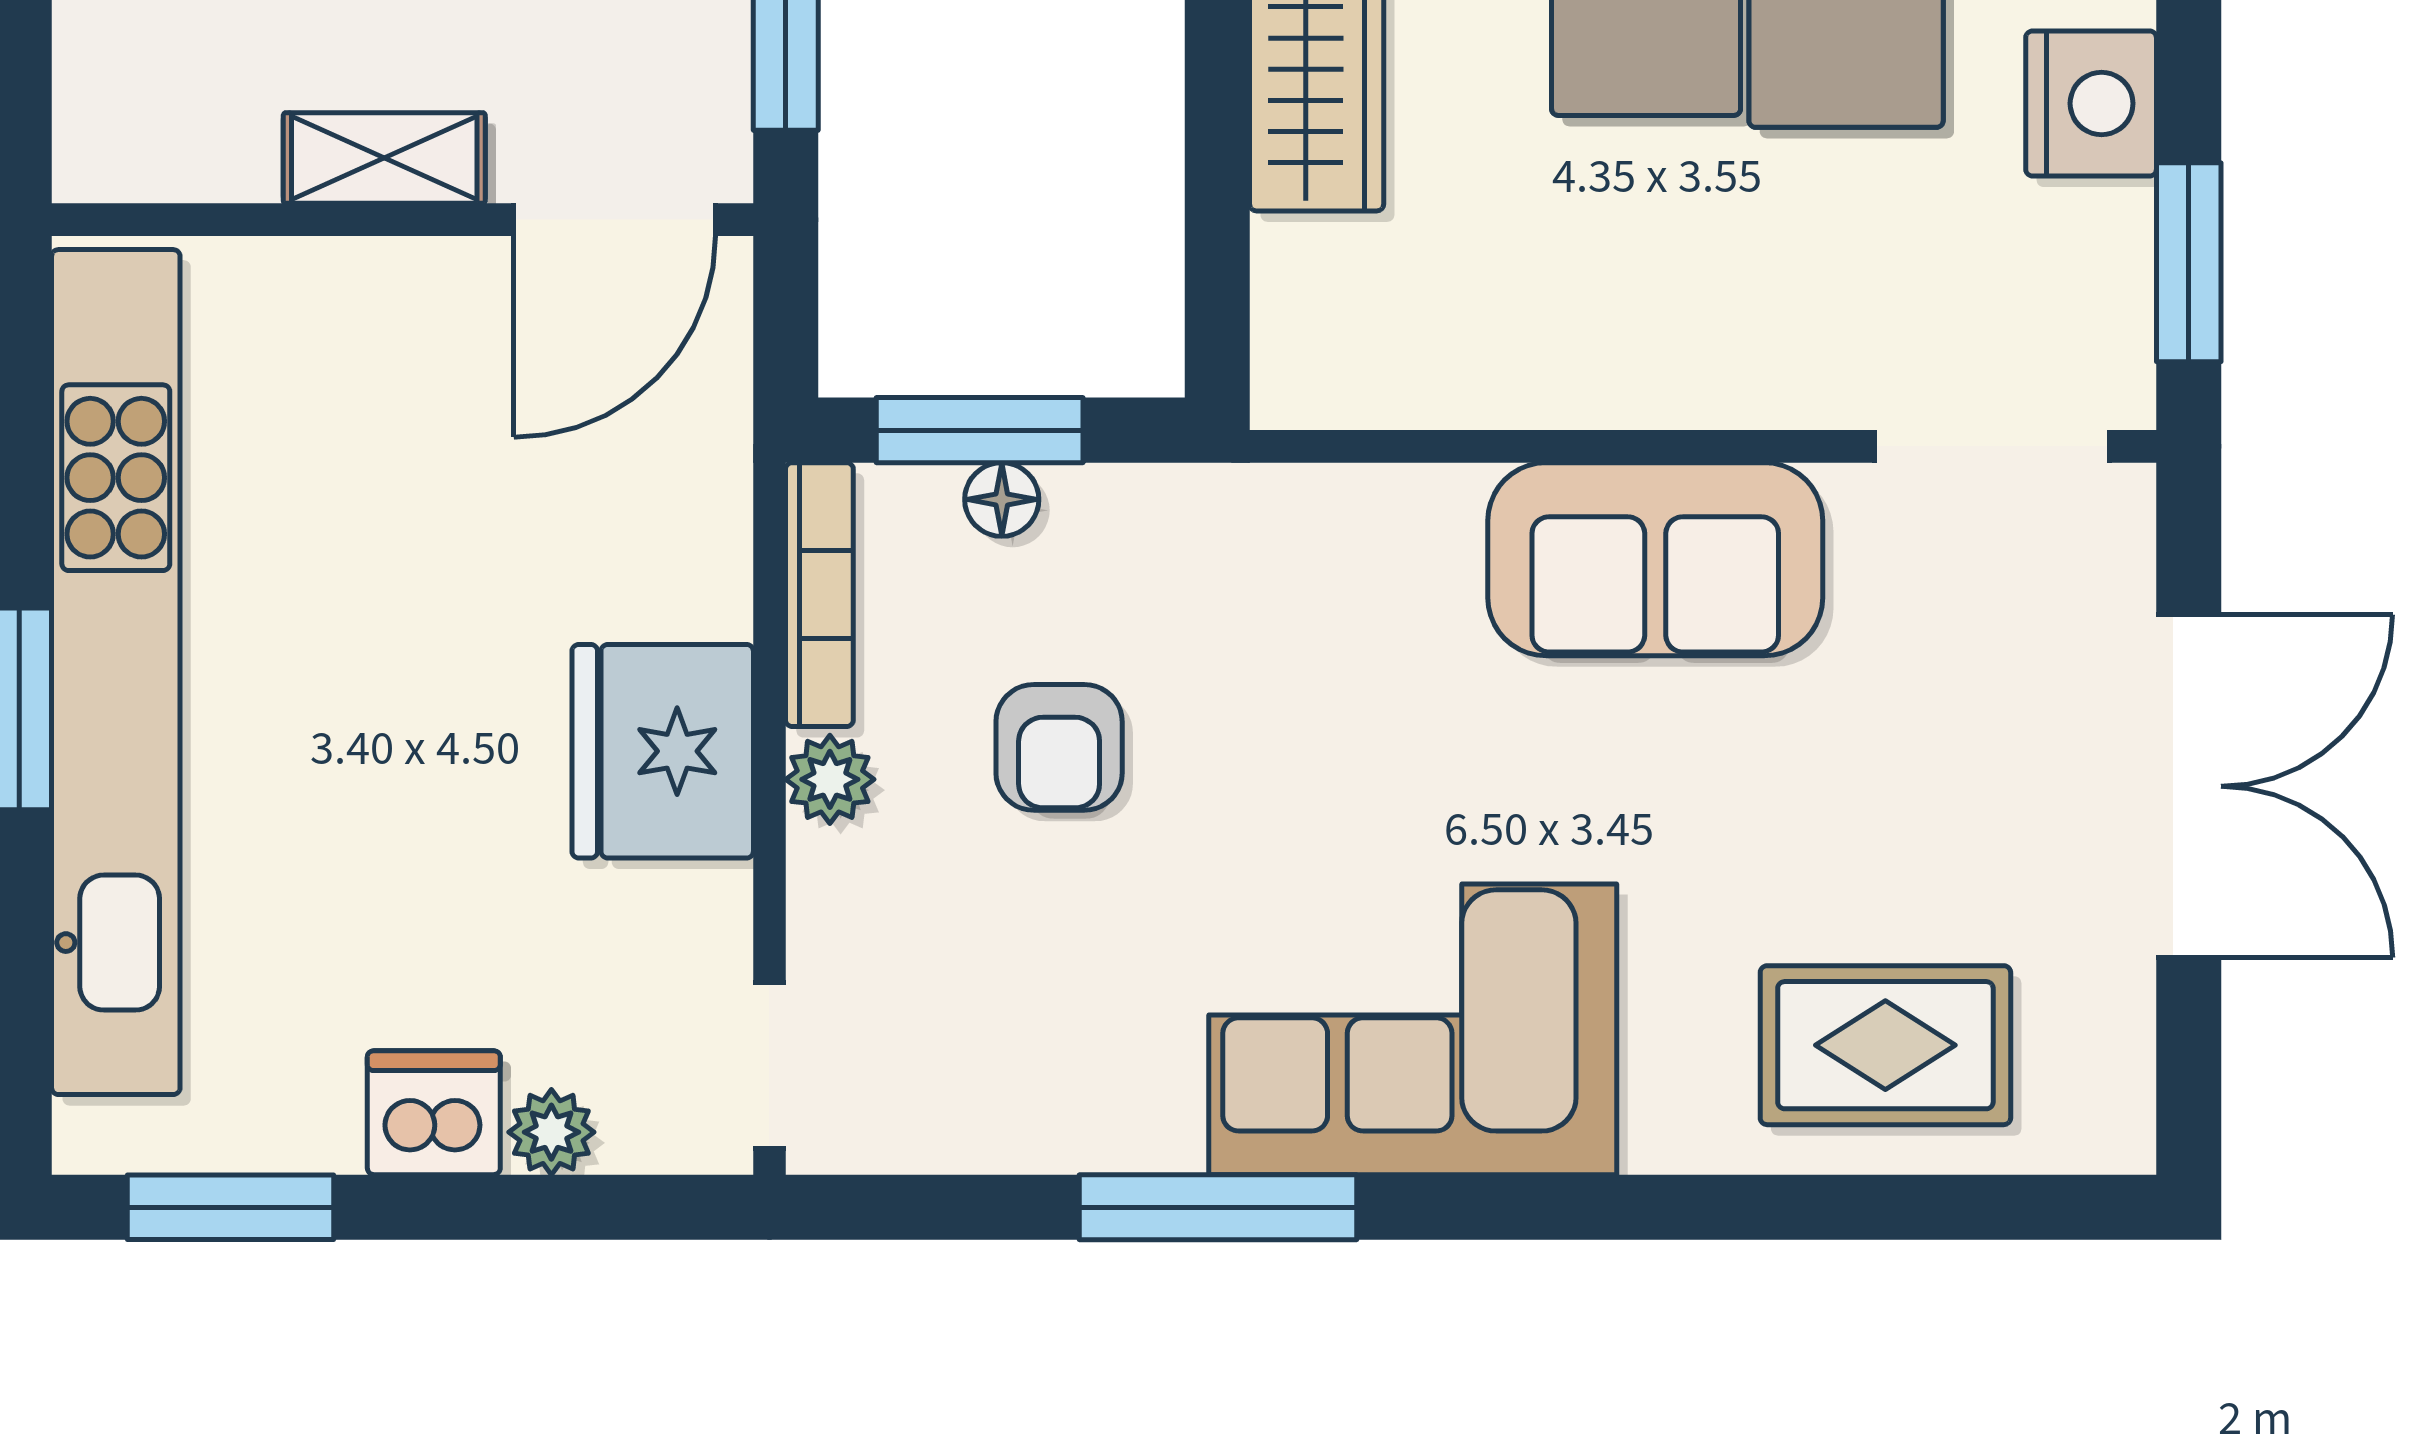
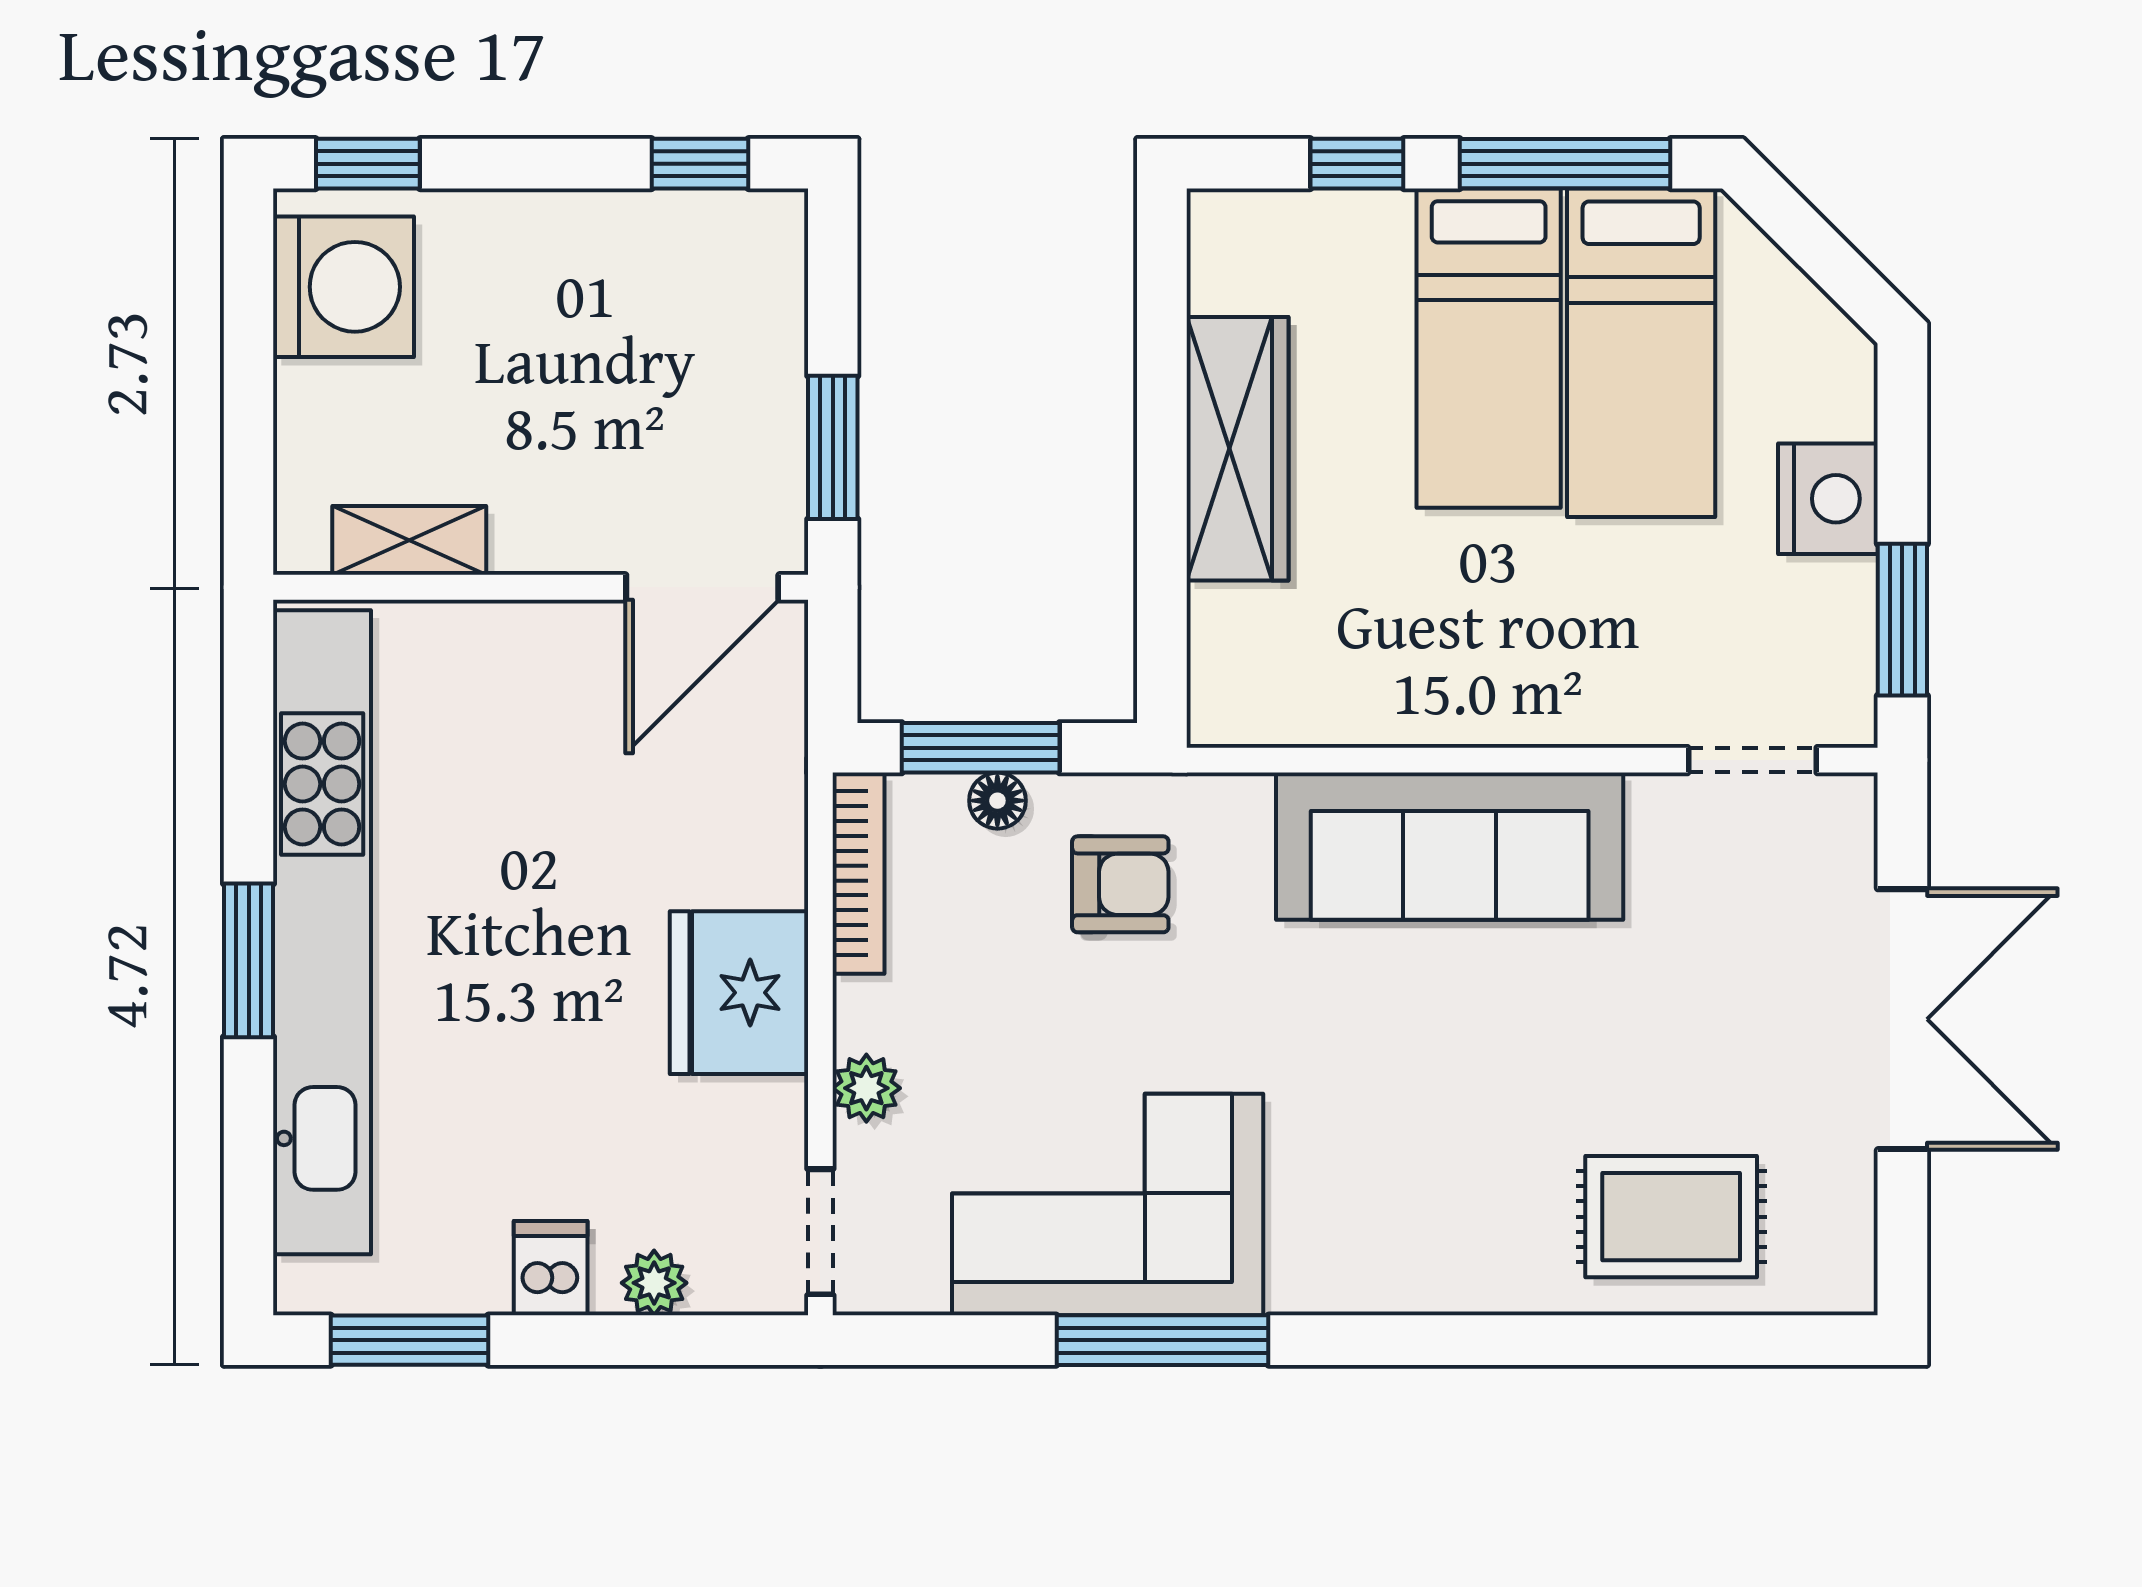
shelving: (384, 158) -> (409, 540), moved
doorway: (1992, 446) -> (1752, 760), width x0.73
sofa: (1655, 559) -> (1450, 846), width x1.36
armchair: (1059, 747) -> (1120, 884), moved, turned -90
plant: (830, 779) -> (866, 1088), moved
corner sofa: (1413, 1029) -> (1108, 1205), moved
dishwasher: (434, 1113) -> (551, 1268), width x0.73

